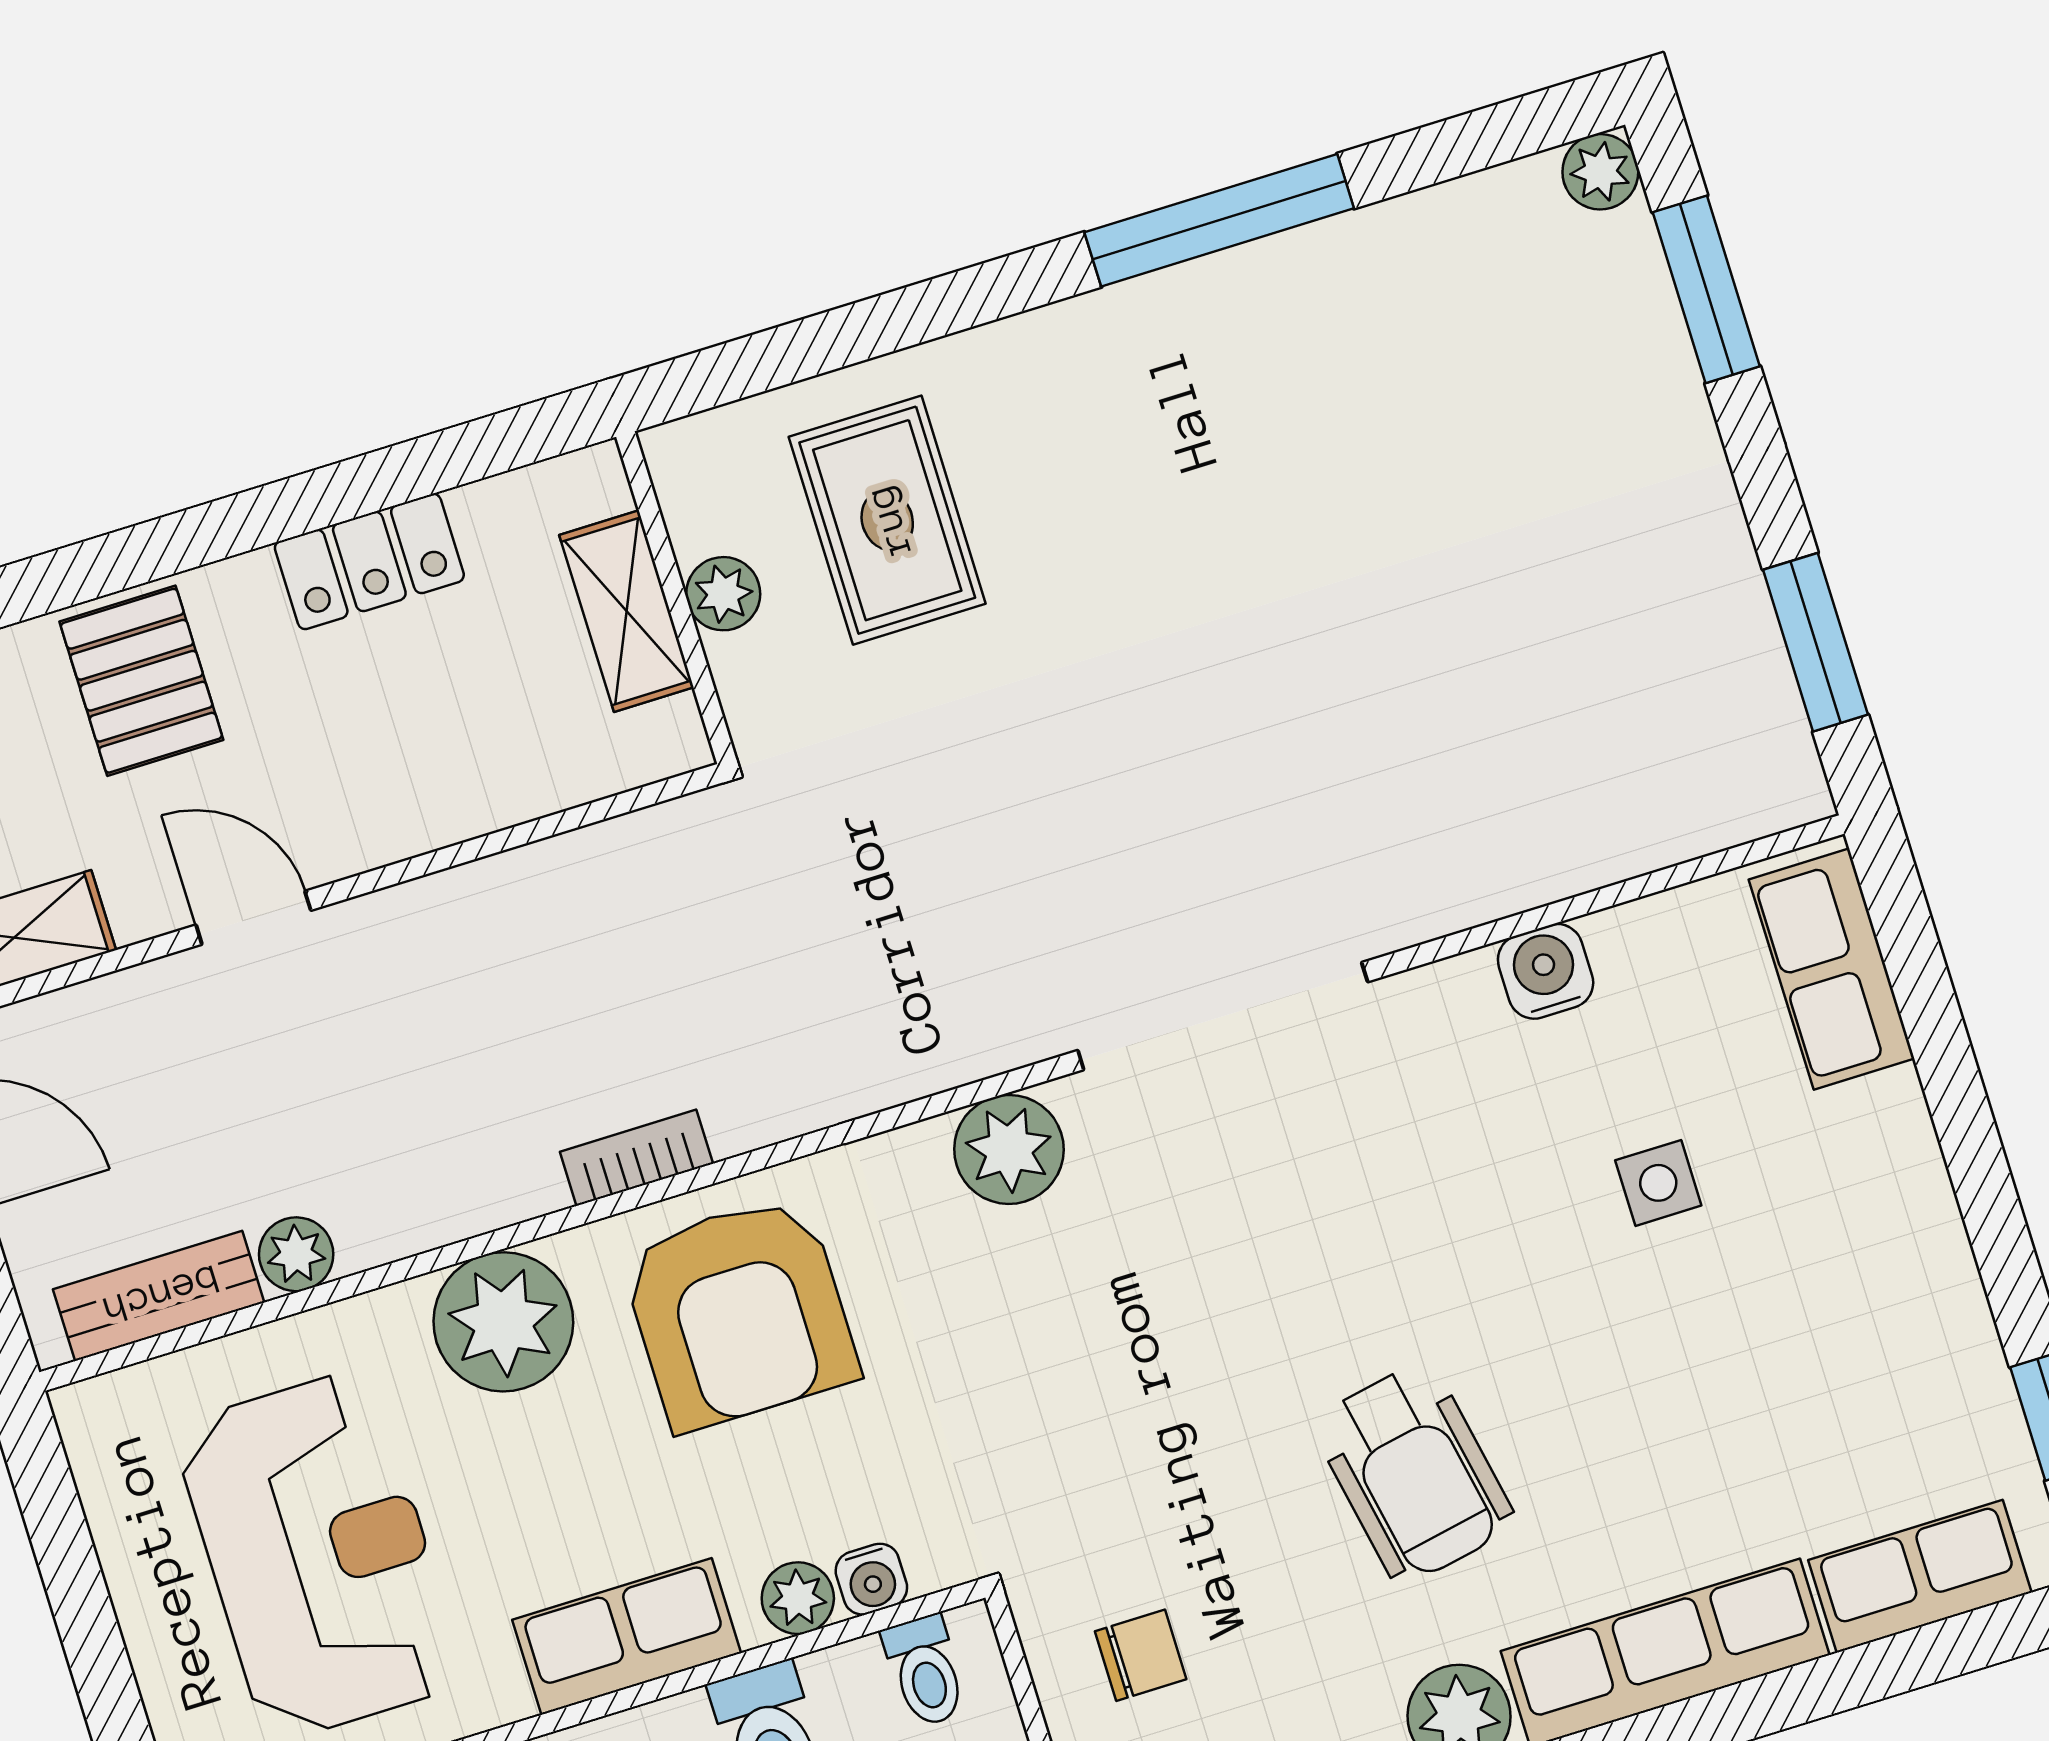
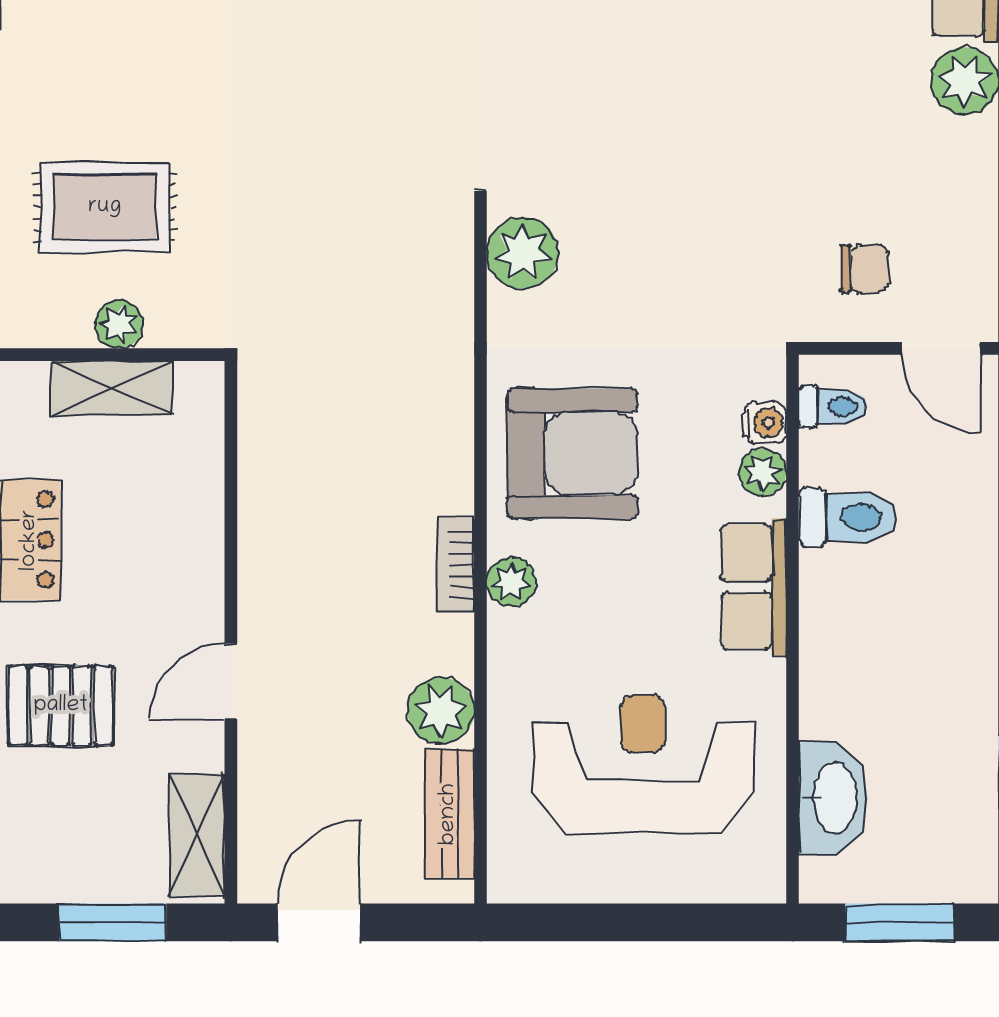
bookcase: (636, 1158) -> (456, 565), moved
plant: (296, 1254) -> (441, 711), width x1.38, depth x1.38
plant: (503, 1322) -> (511, 582), width x0.53, depth x0.53
wheelchair: (1414, 1473) -> (804, 62), removed
chair: (1141, 1655) -> (865, 269), turned 90

